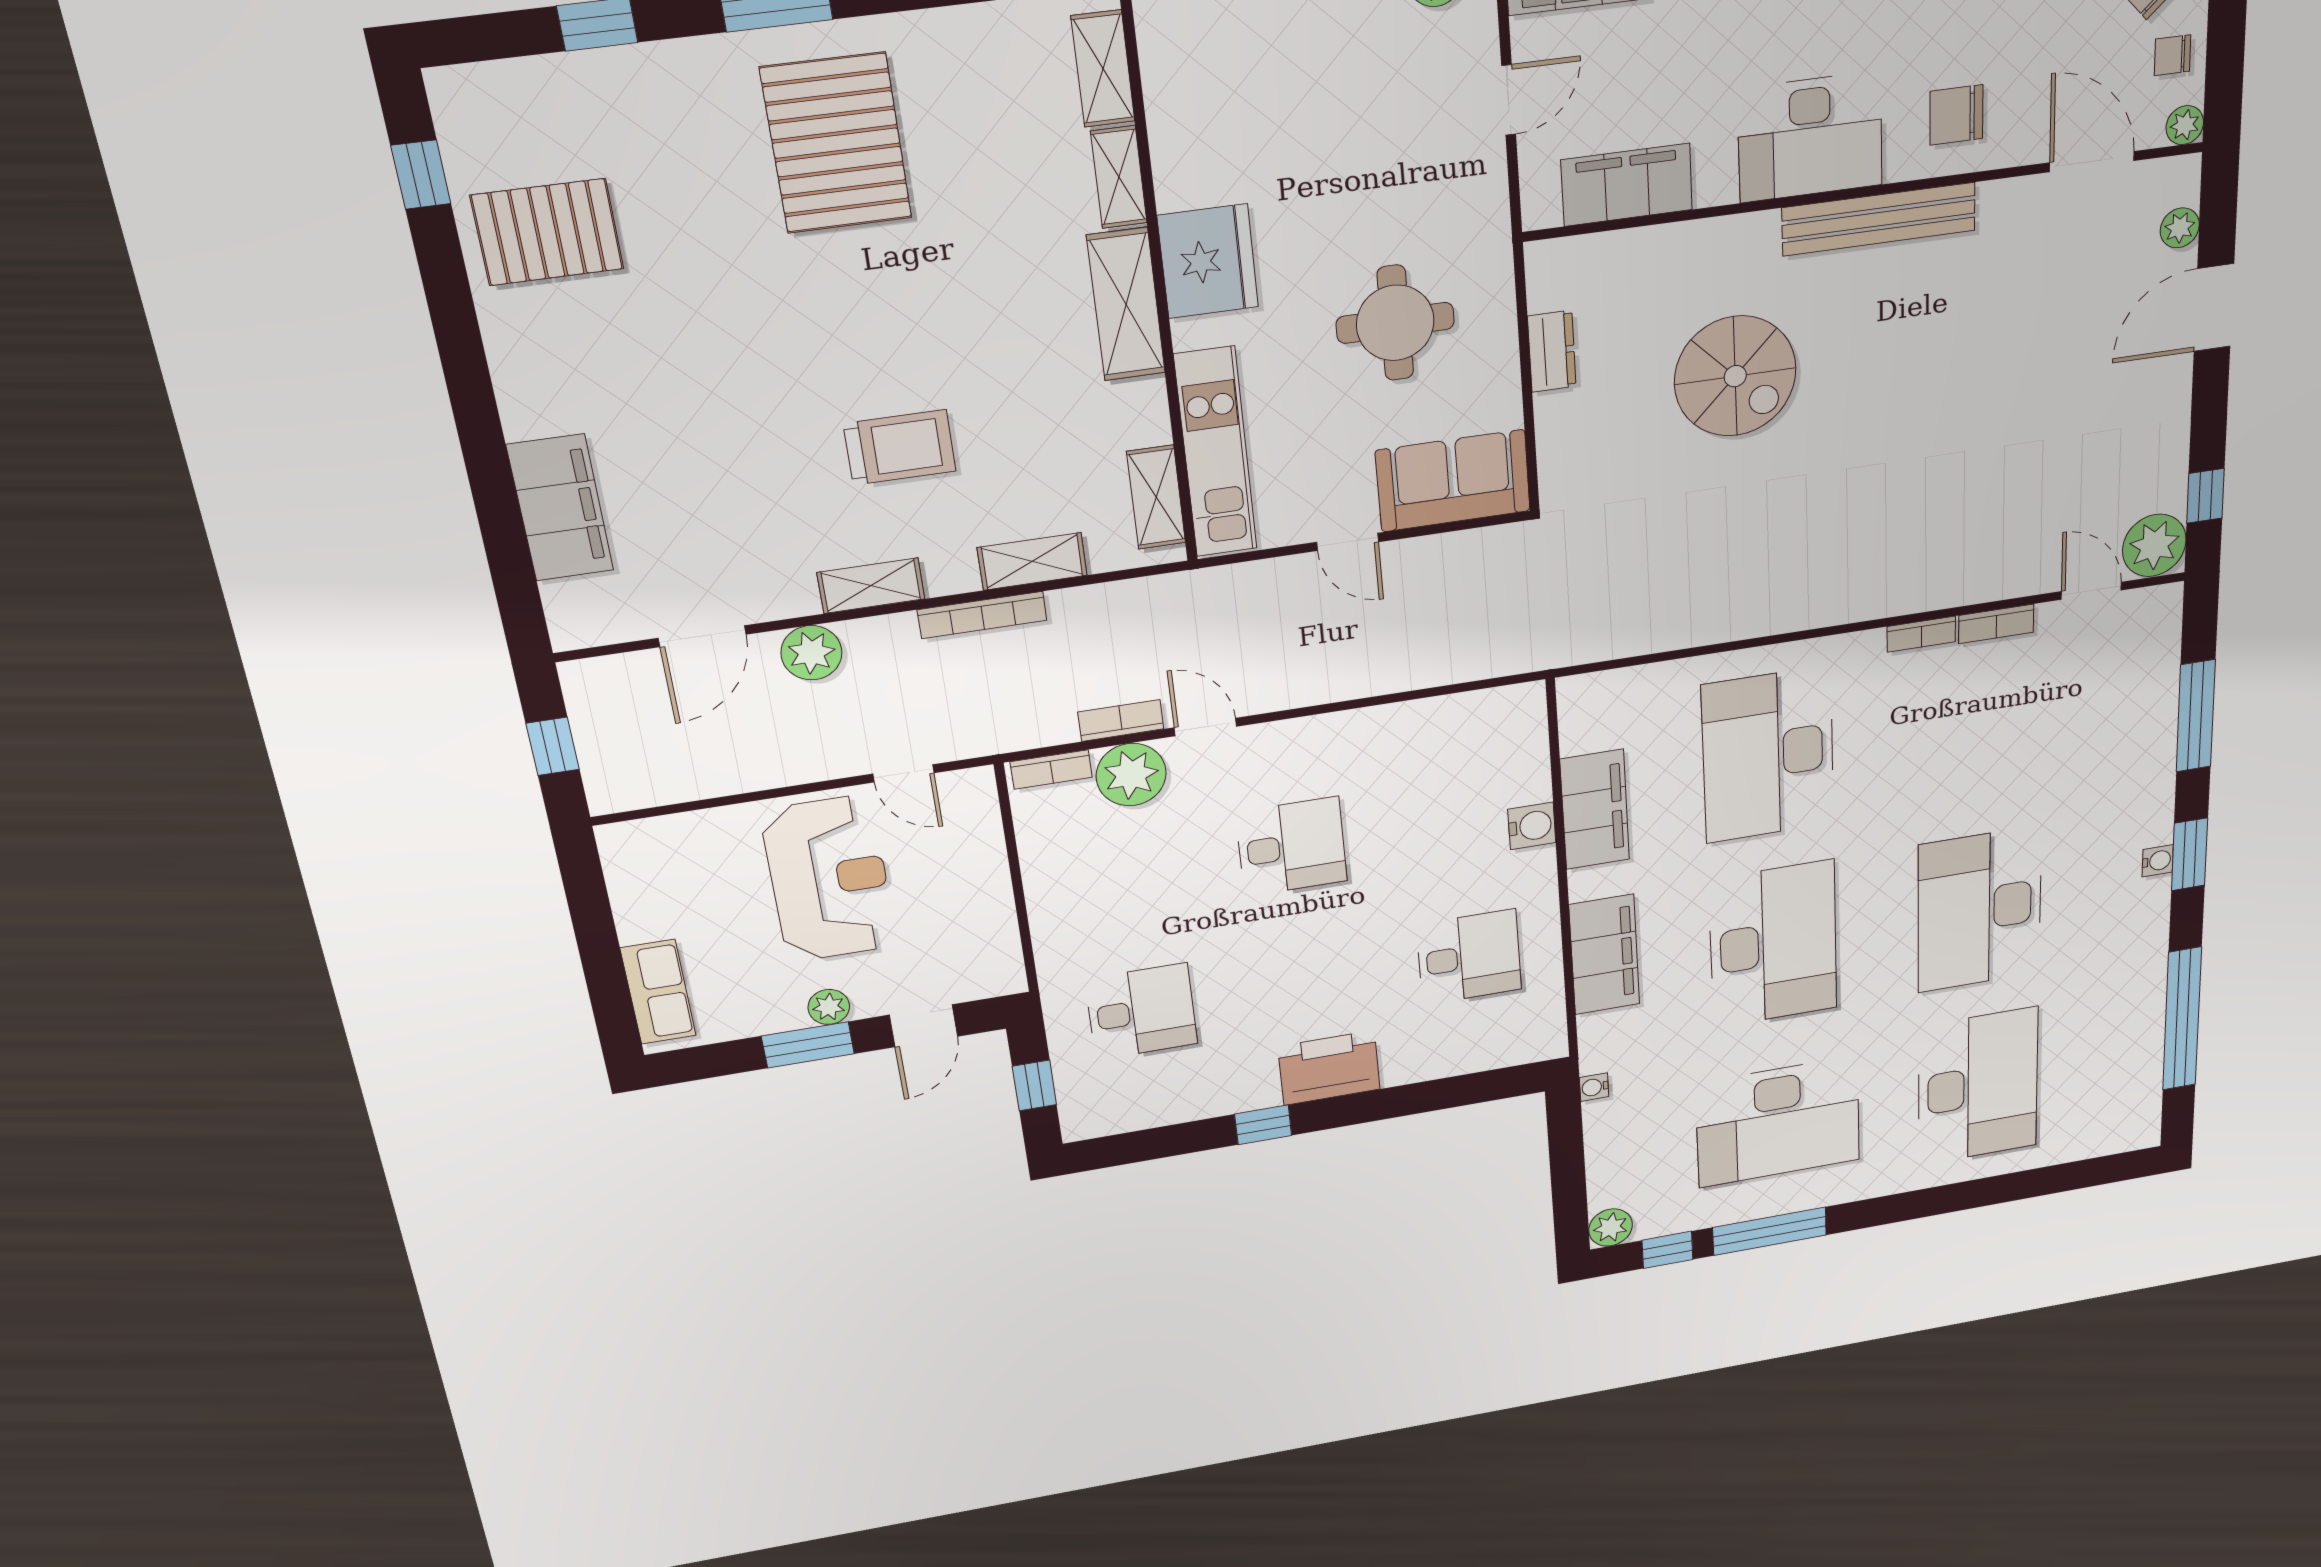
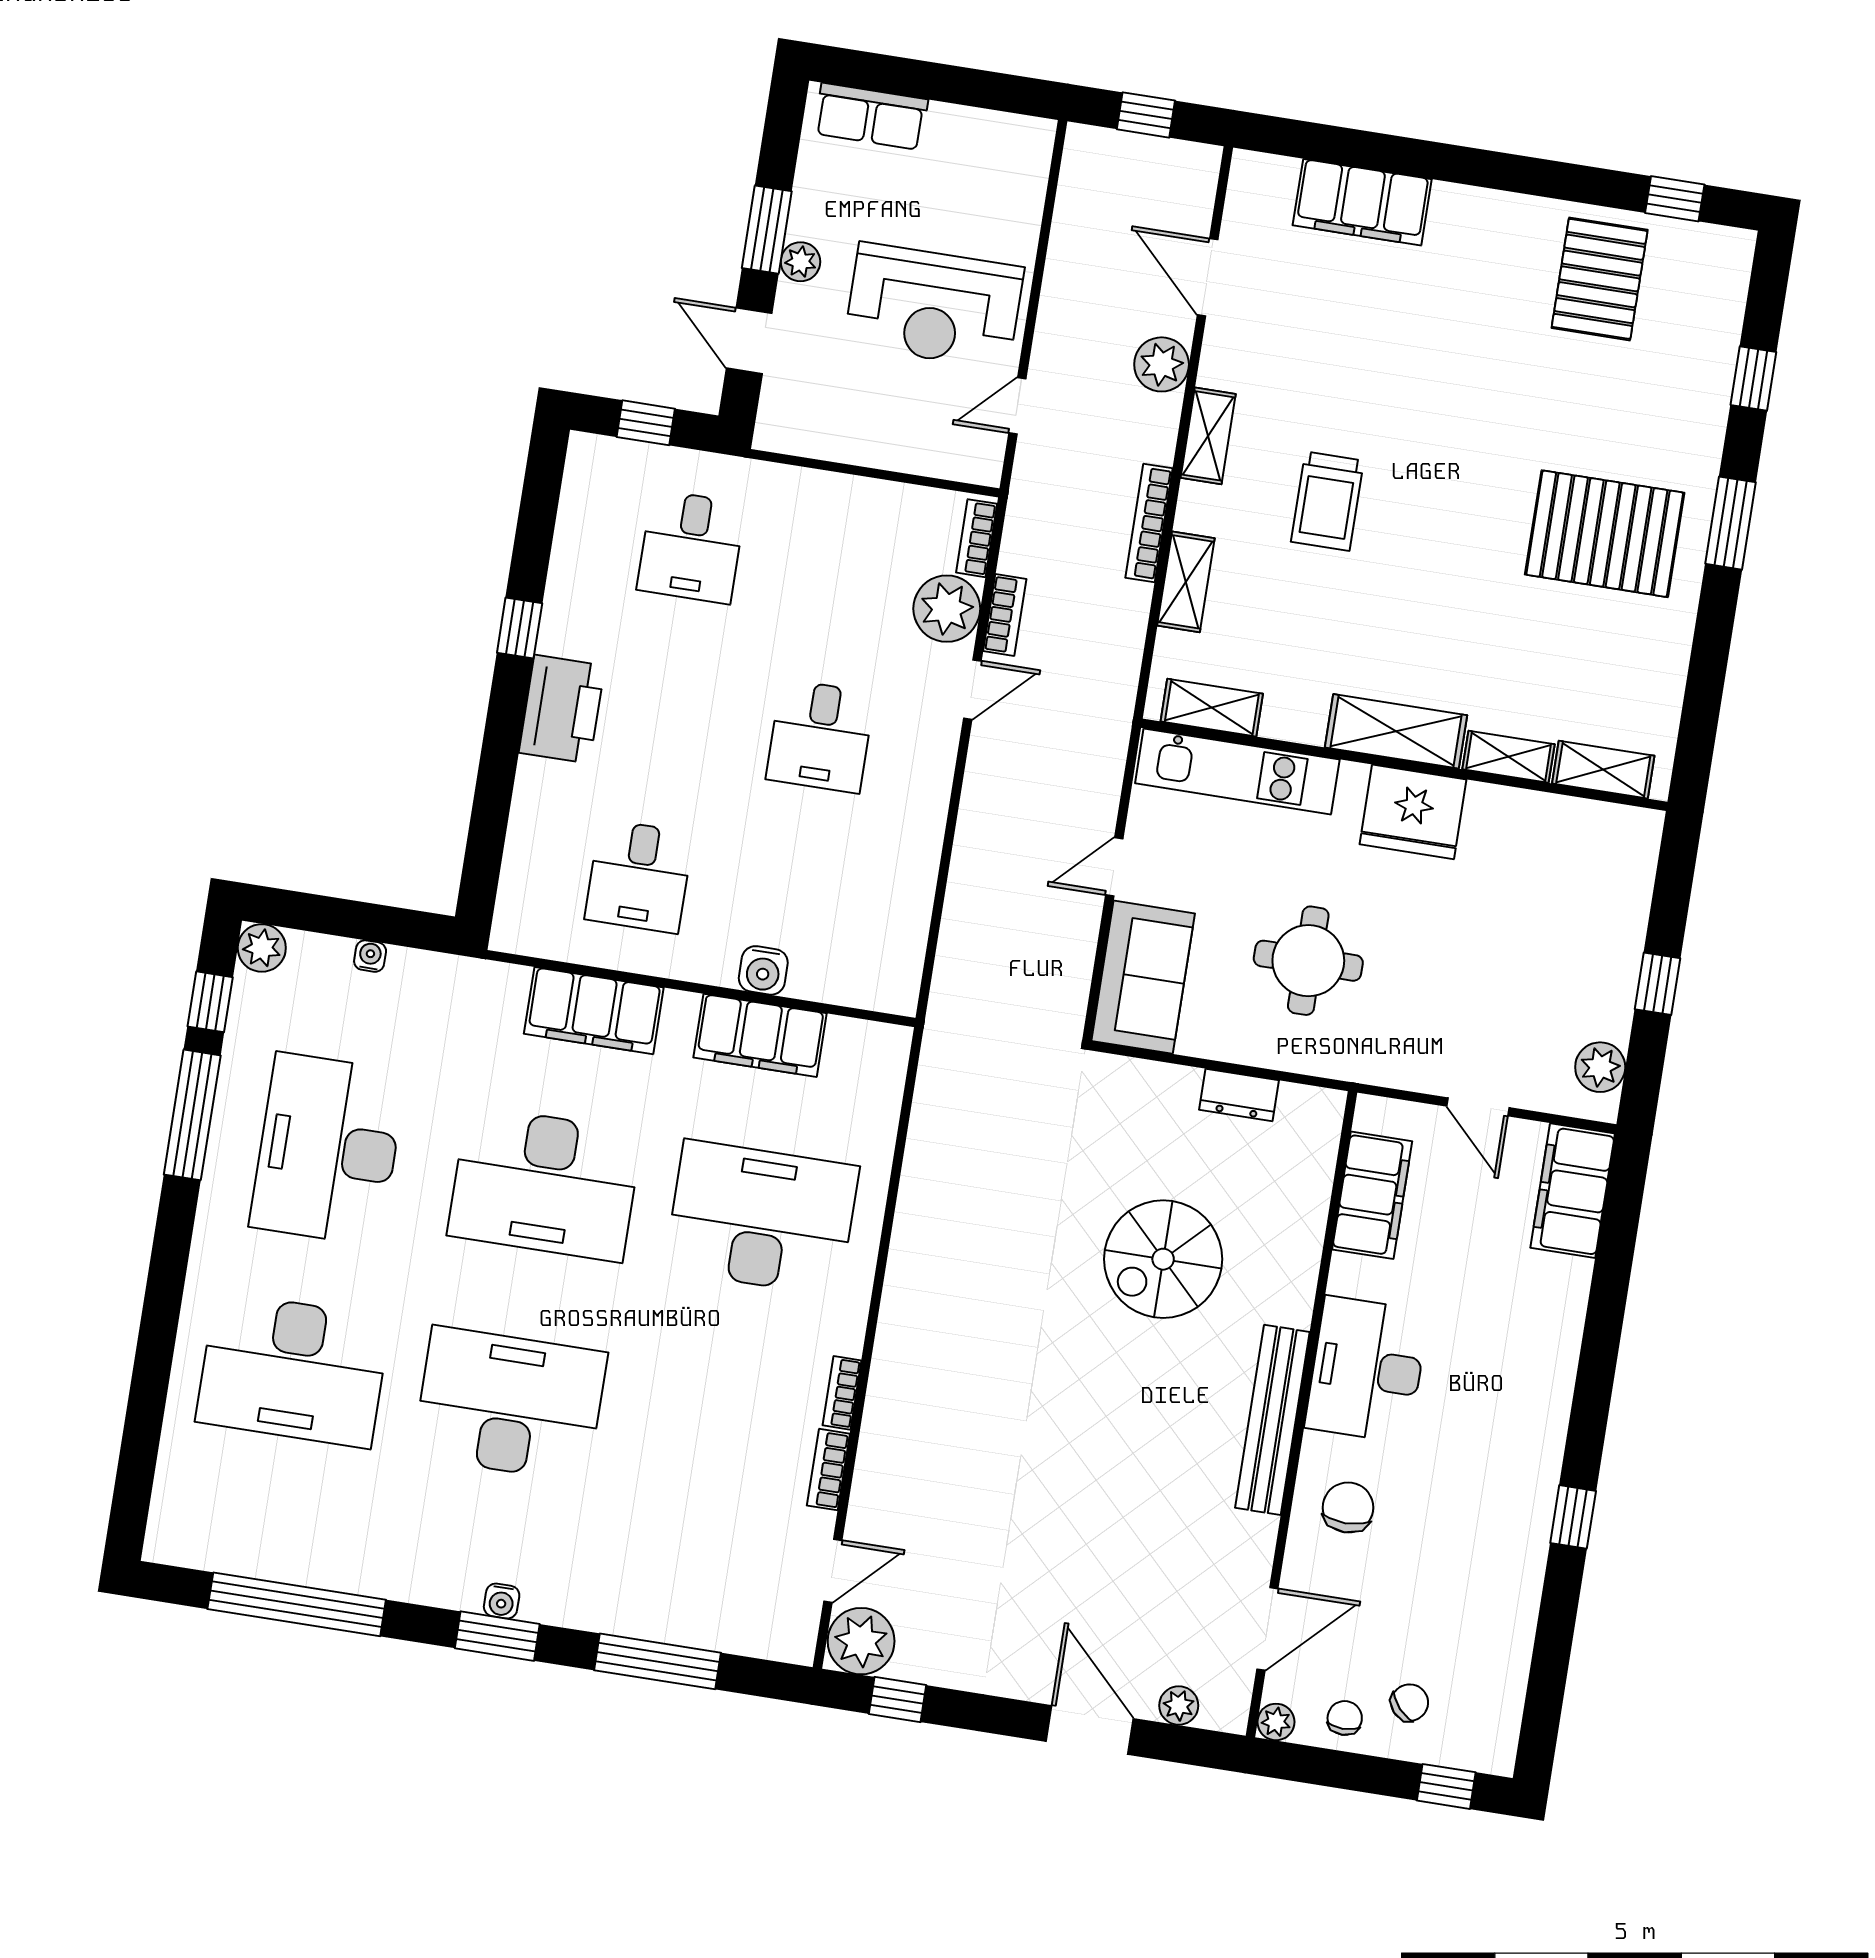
water cooler: (1594, 1087) -> (370, 956), moved

